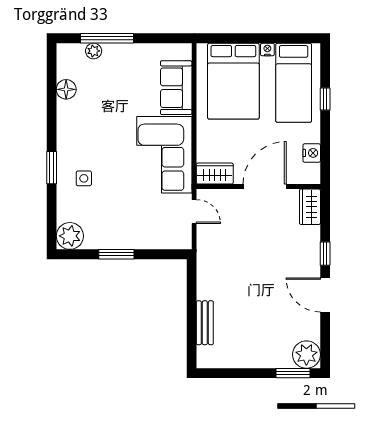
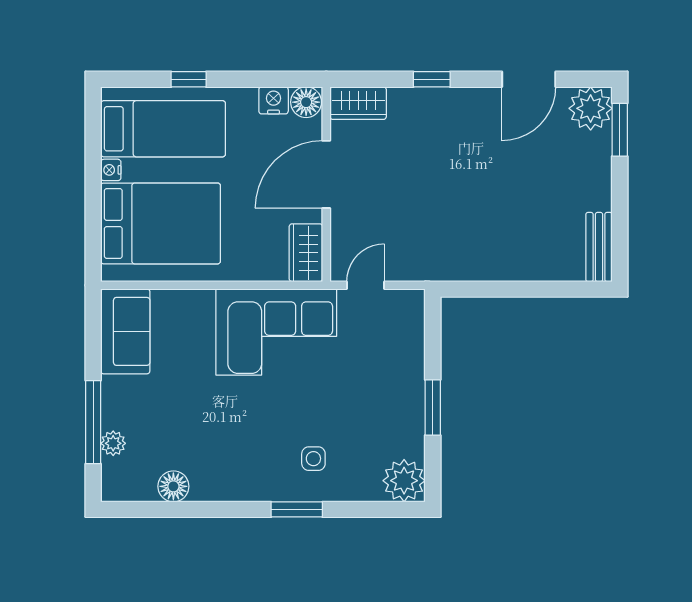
sofa: (176, 88) -> (125, 331), moved, turned -90
floor lamp: (311, 174) -> (306, 102), added
door: (265, 187) -> (326, 174), hinge flipped
door: (325, 295) -> (529, 79), moved
bench: (205, 323) -> (599, 247), moved, turned 90

